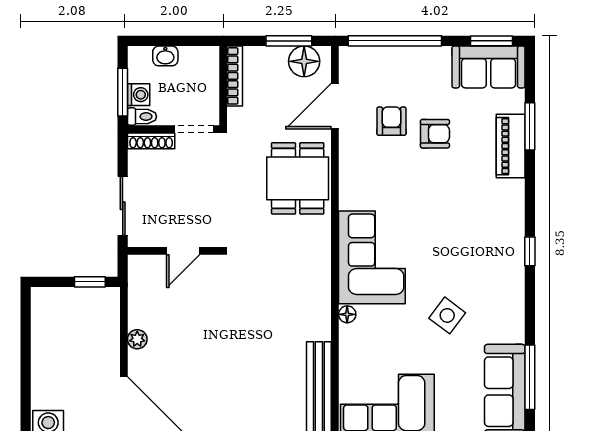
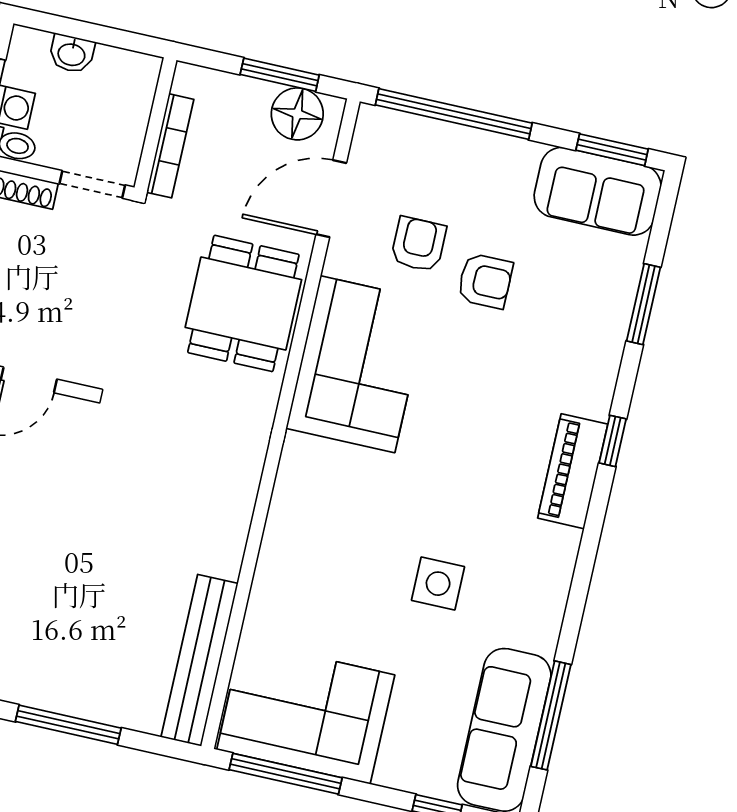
bookcase: (235, 76) -> (170, 146), moved
piano: (511, 146) -> (573, 471), moved
window: (530, 251) -> (613, 441), moved
corner sofa: (372, 257) -> (358, 364), moved
floor lamp: (347, 314) -> (274, 545), removed
side table: (447, 315) -> (438, 584), turned -37

